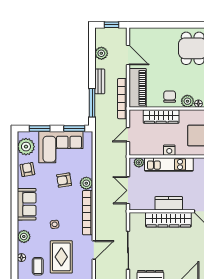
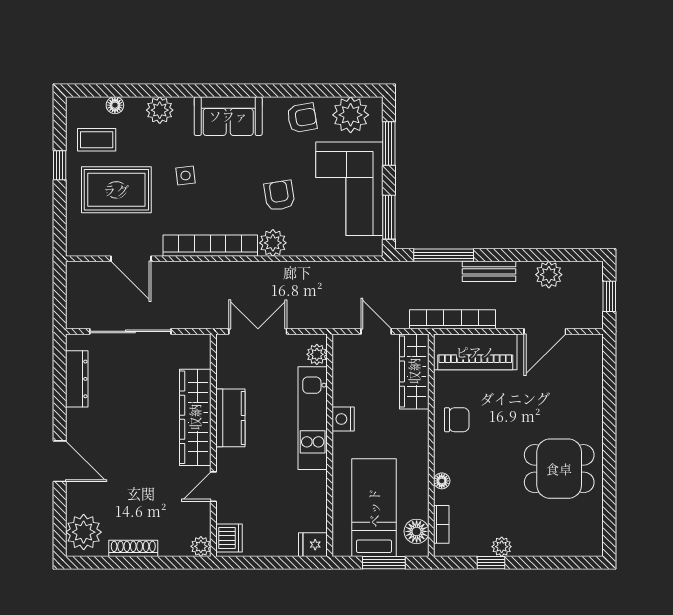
plant: (187, 101) -> (447, 458), removed
wardrobe: (161, 117) -> (414, 371), moved

